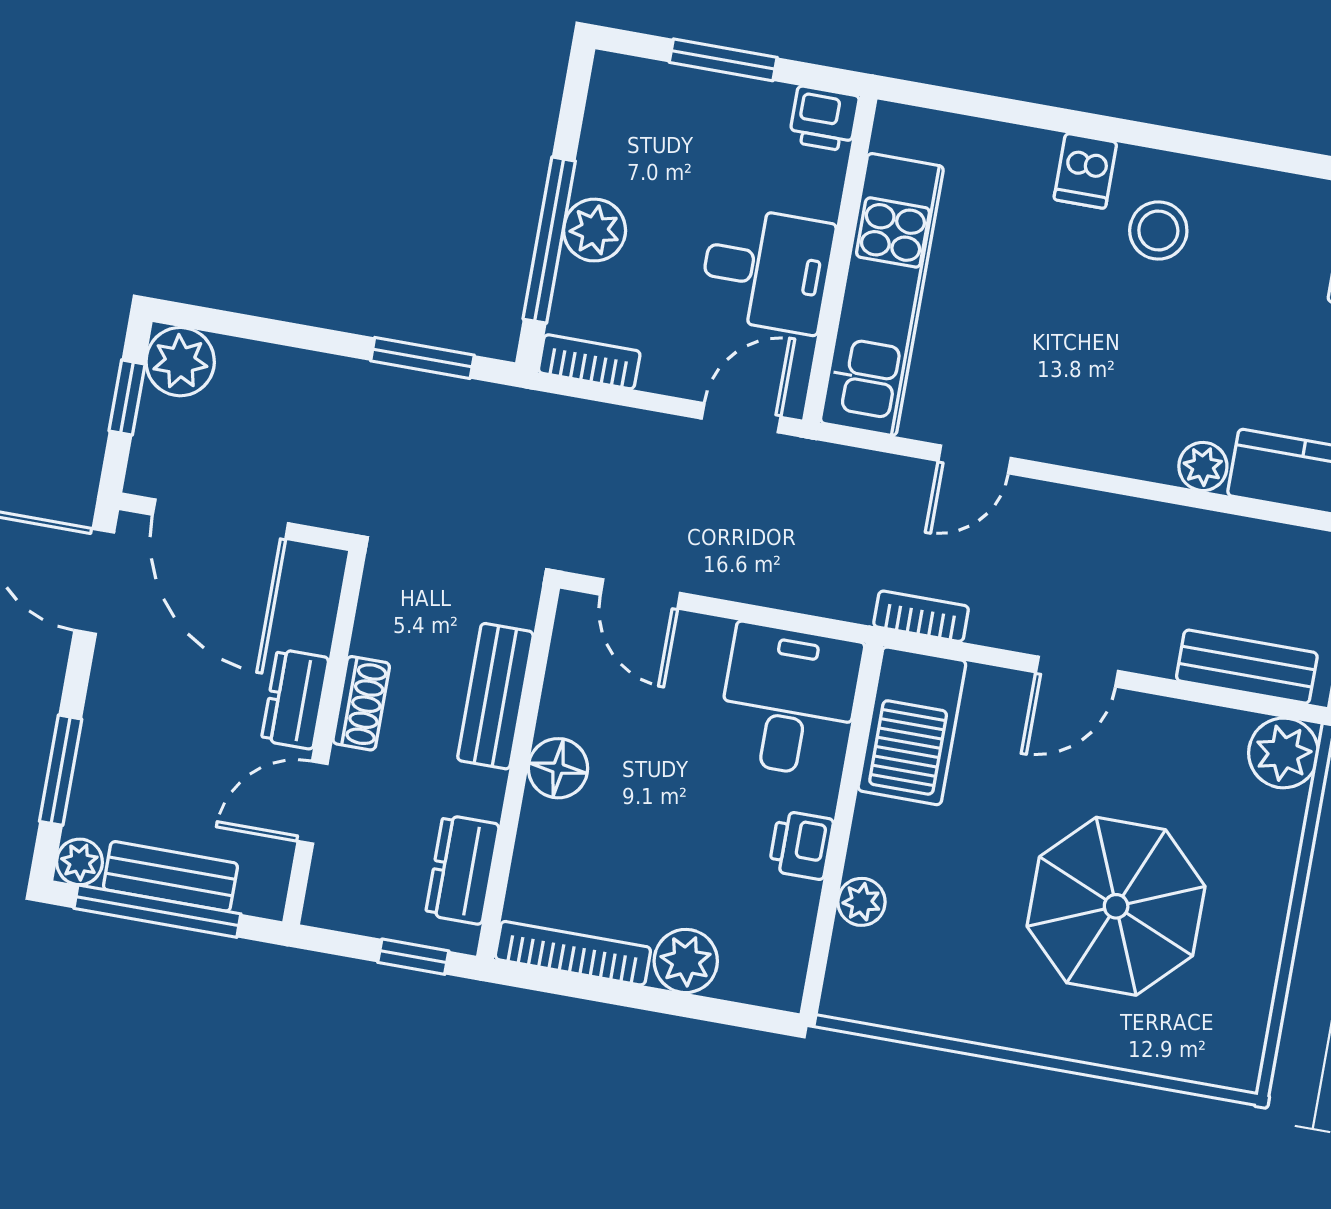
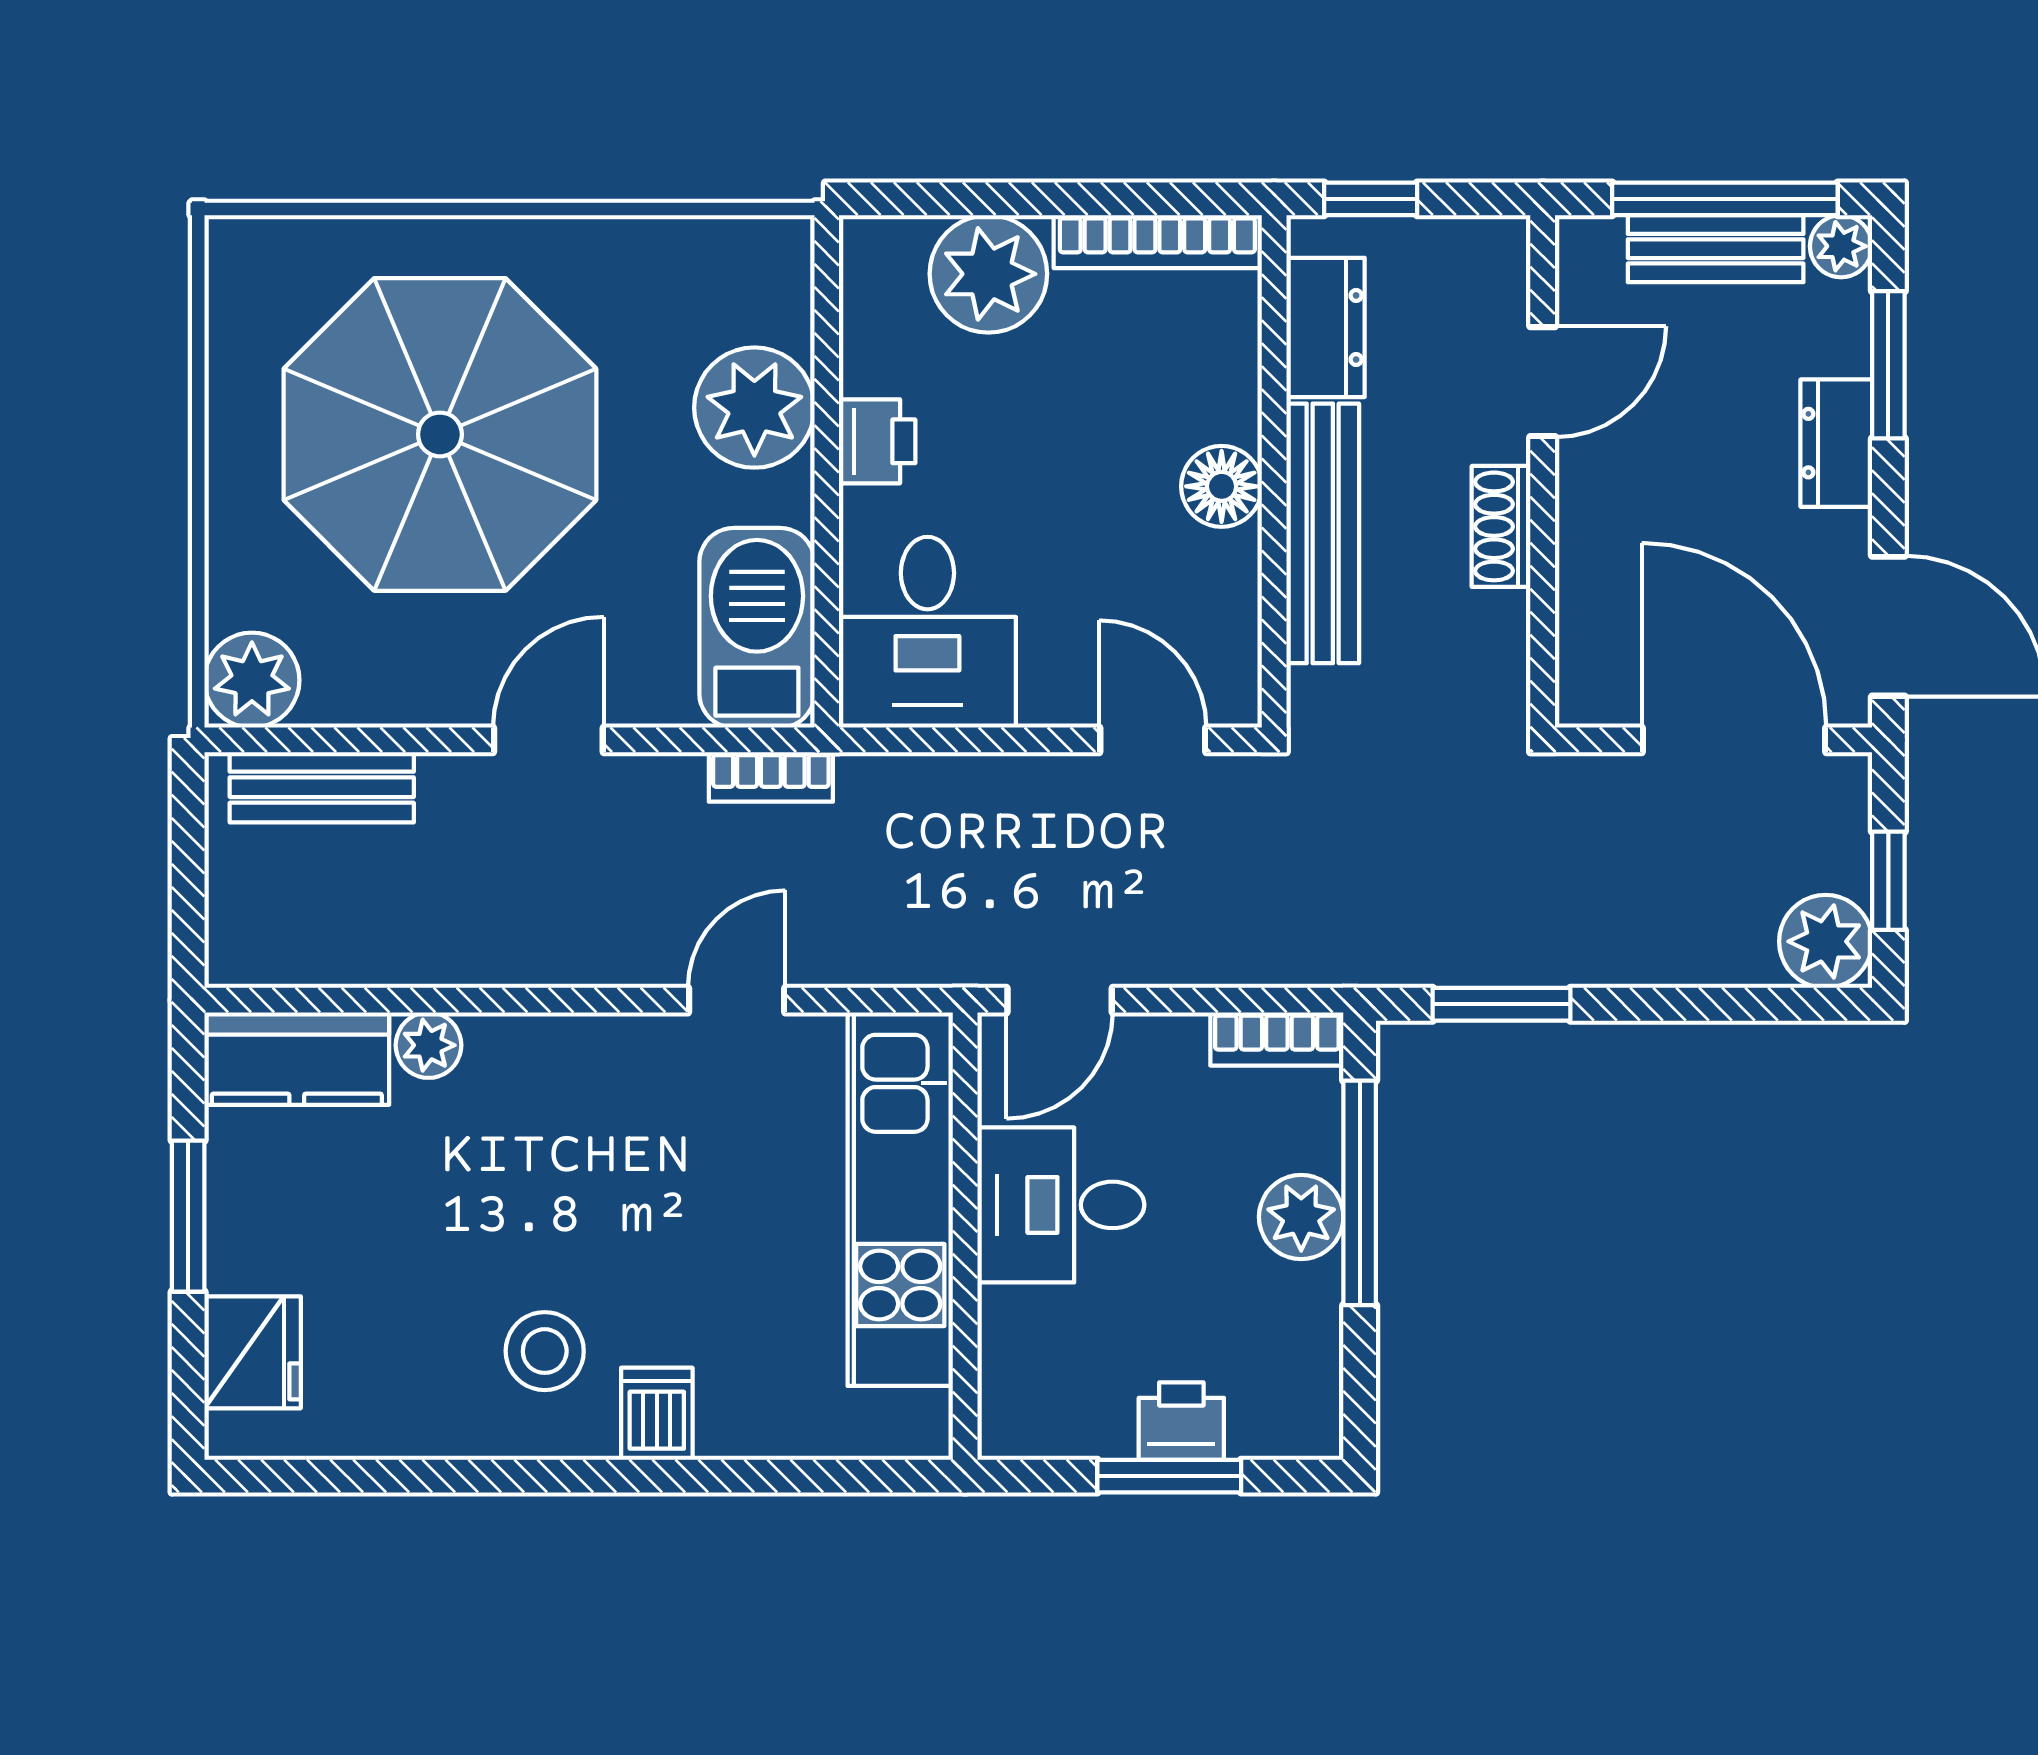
printer: (824, 119) -> (1181, 1421), moved
bench: (495, 696) -> (1323, 533), width x1.36
dresser: (295, 699) -> (1836, 443), moved, turned 180
plant: (862, 902) -> (754, 408), width x1.87, depth x1.87
parasol: (1116, 906) -> (440, 434), width x1.36, depth x1.36
plant: (686, 961) -> (988, 274), width x1.36, depth x1.36

